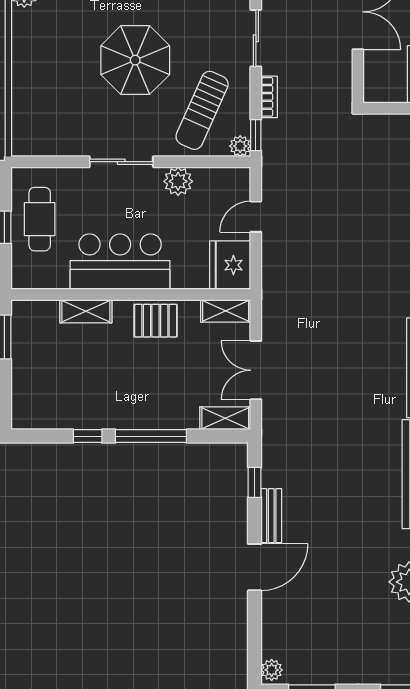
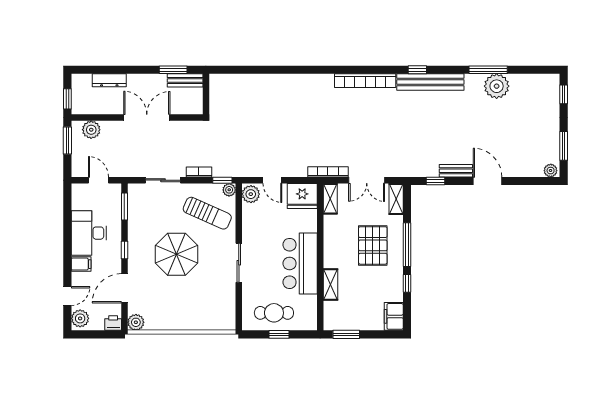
plant: (178, 181) -> (251, 194), moved
bookcase: (269, 307) -> (328, 172), added
pallet: (156, 321) -> (373, 245), moved, width x1.50, depth x1.42
filing cabinet: (34, 414) -> (394, 316), added

